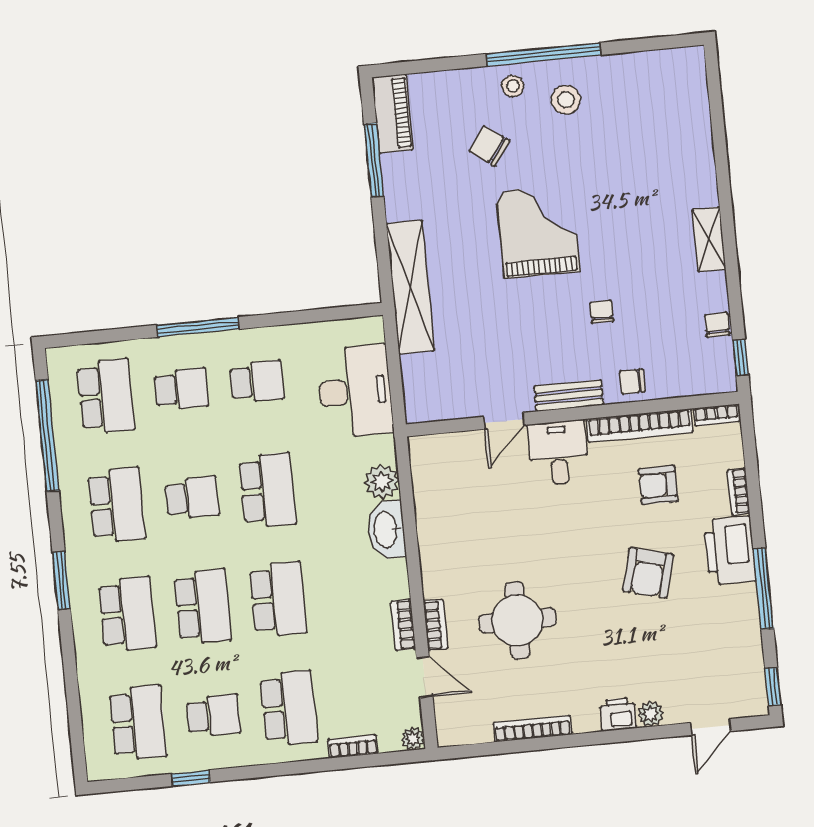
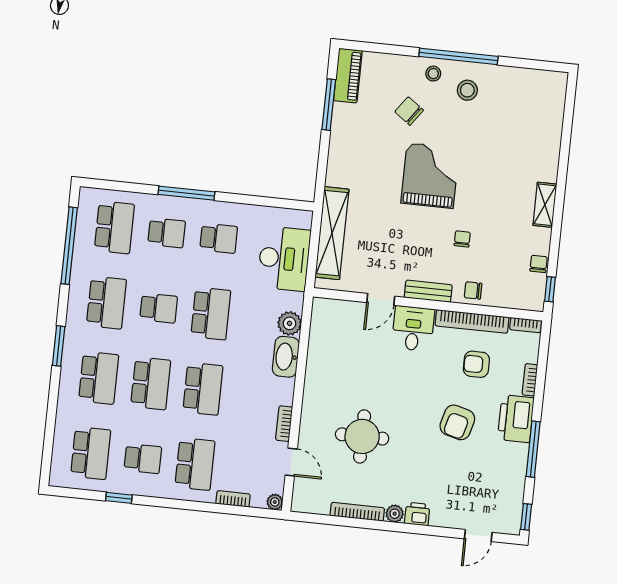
shelving: (410, 287) -> (332, 233), moved
bookcase: (435, 625) -> (306, 428), removed
plant: (651, 714) -> (395, 514), moved

